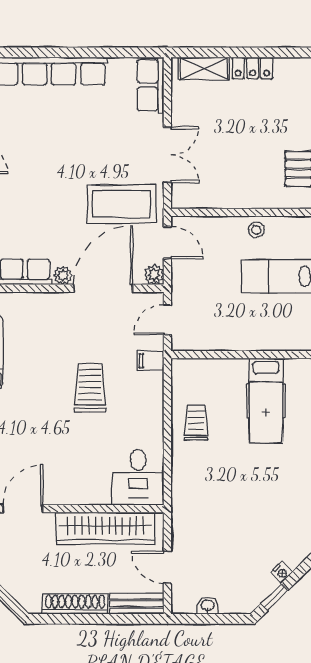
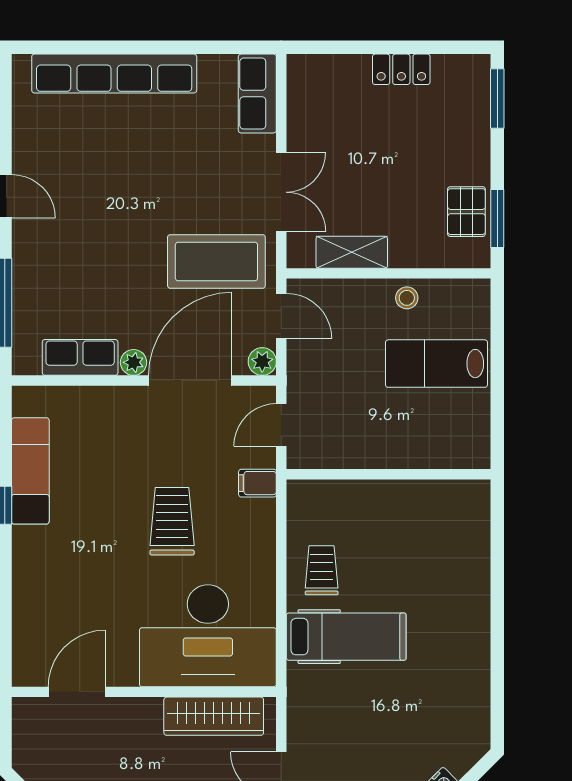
shelving: (204, 69) -> (352, 252), moved
hospital bed: (266, 401) -> (346, 637), moved, turned -90
desk: (138, 477) -> (208, 636), width x1.87, depth x1.30
wardrobe: (106, 528) -> (214, 716), width x0.71, depth x0.85

